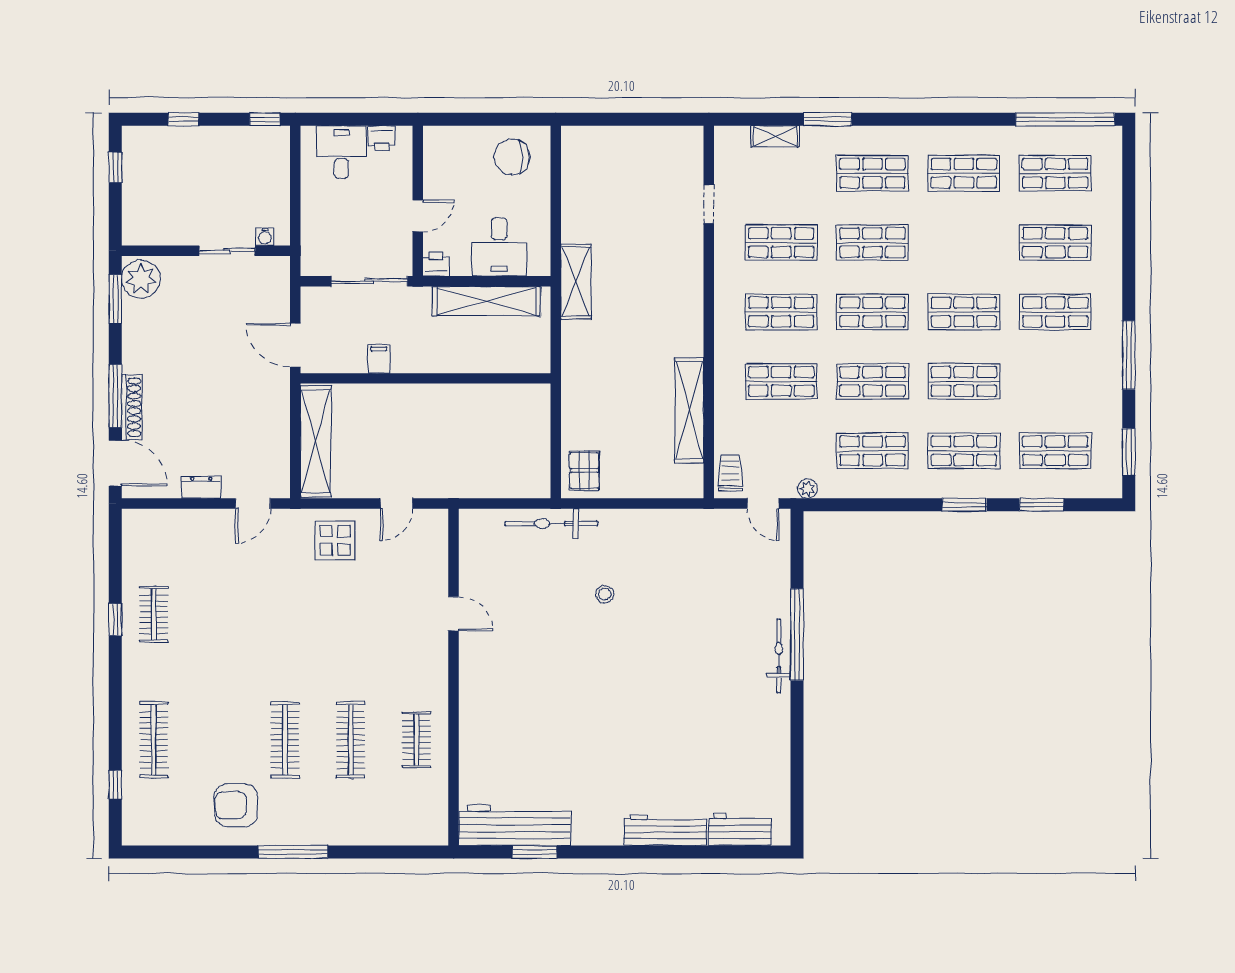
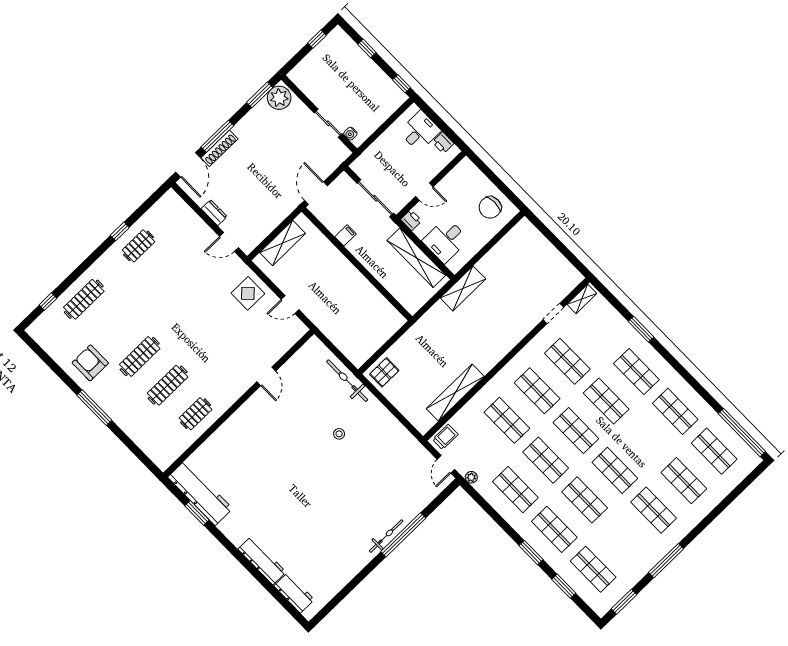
shelving: (775, 136) -> (582, 299), moved, turned 90
chair: (512, 157) -> (490, 207), turned -90
shelving: (316, 442) -> (283, 243), width x0.68

